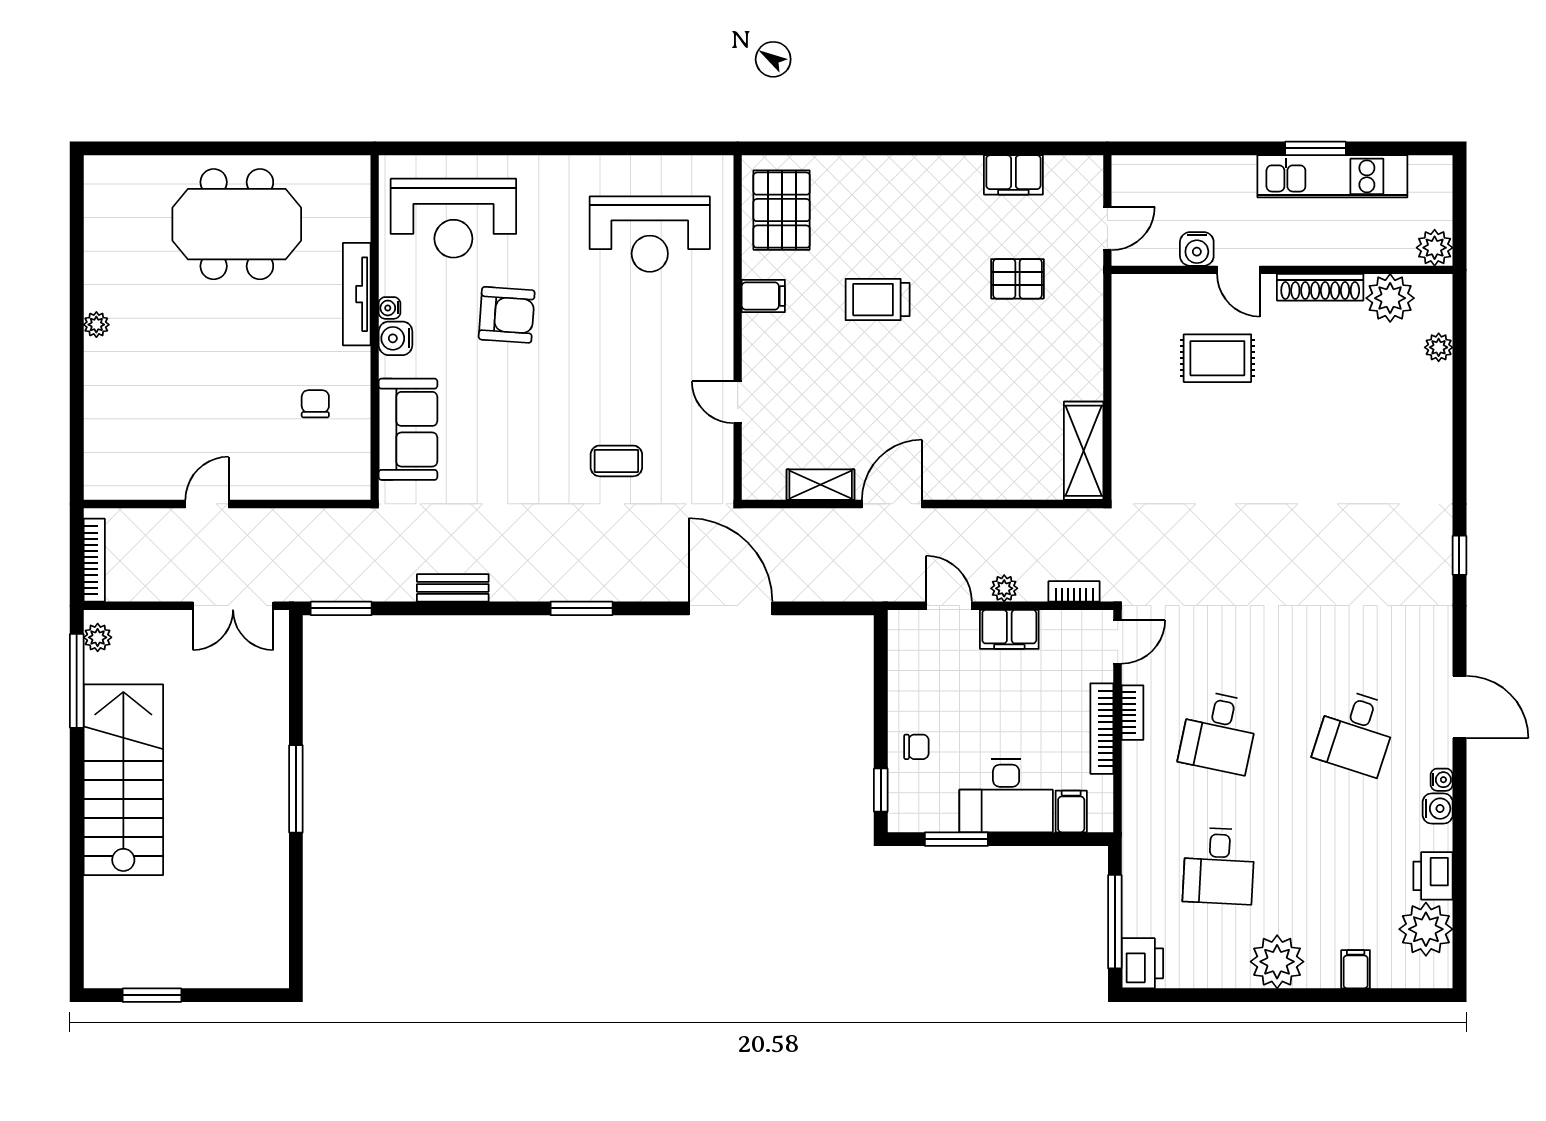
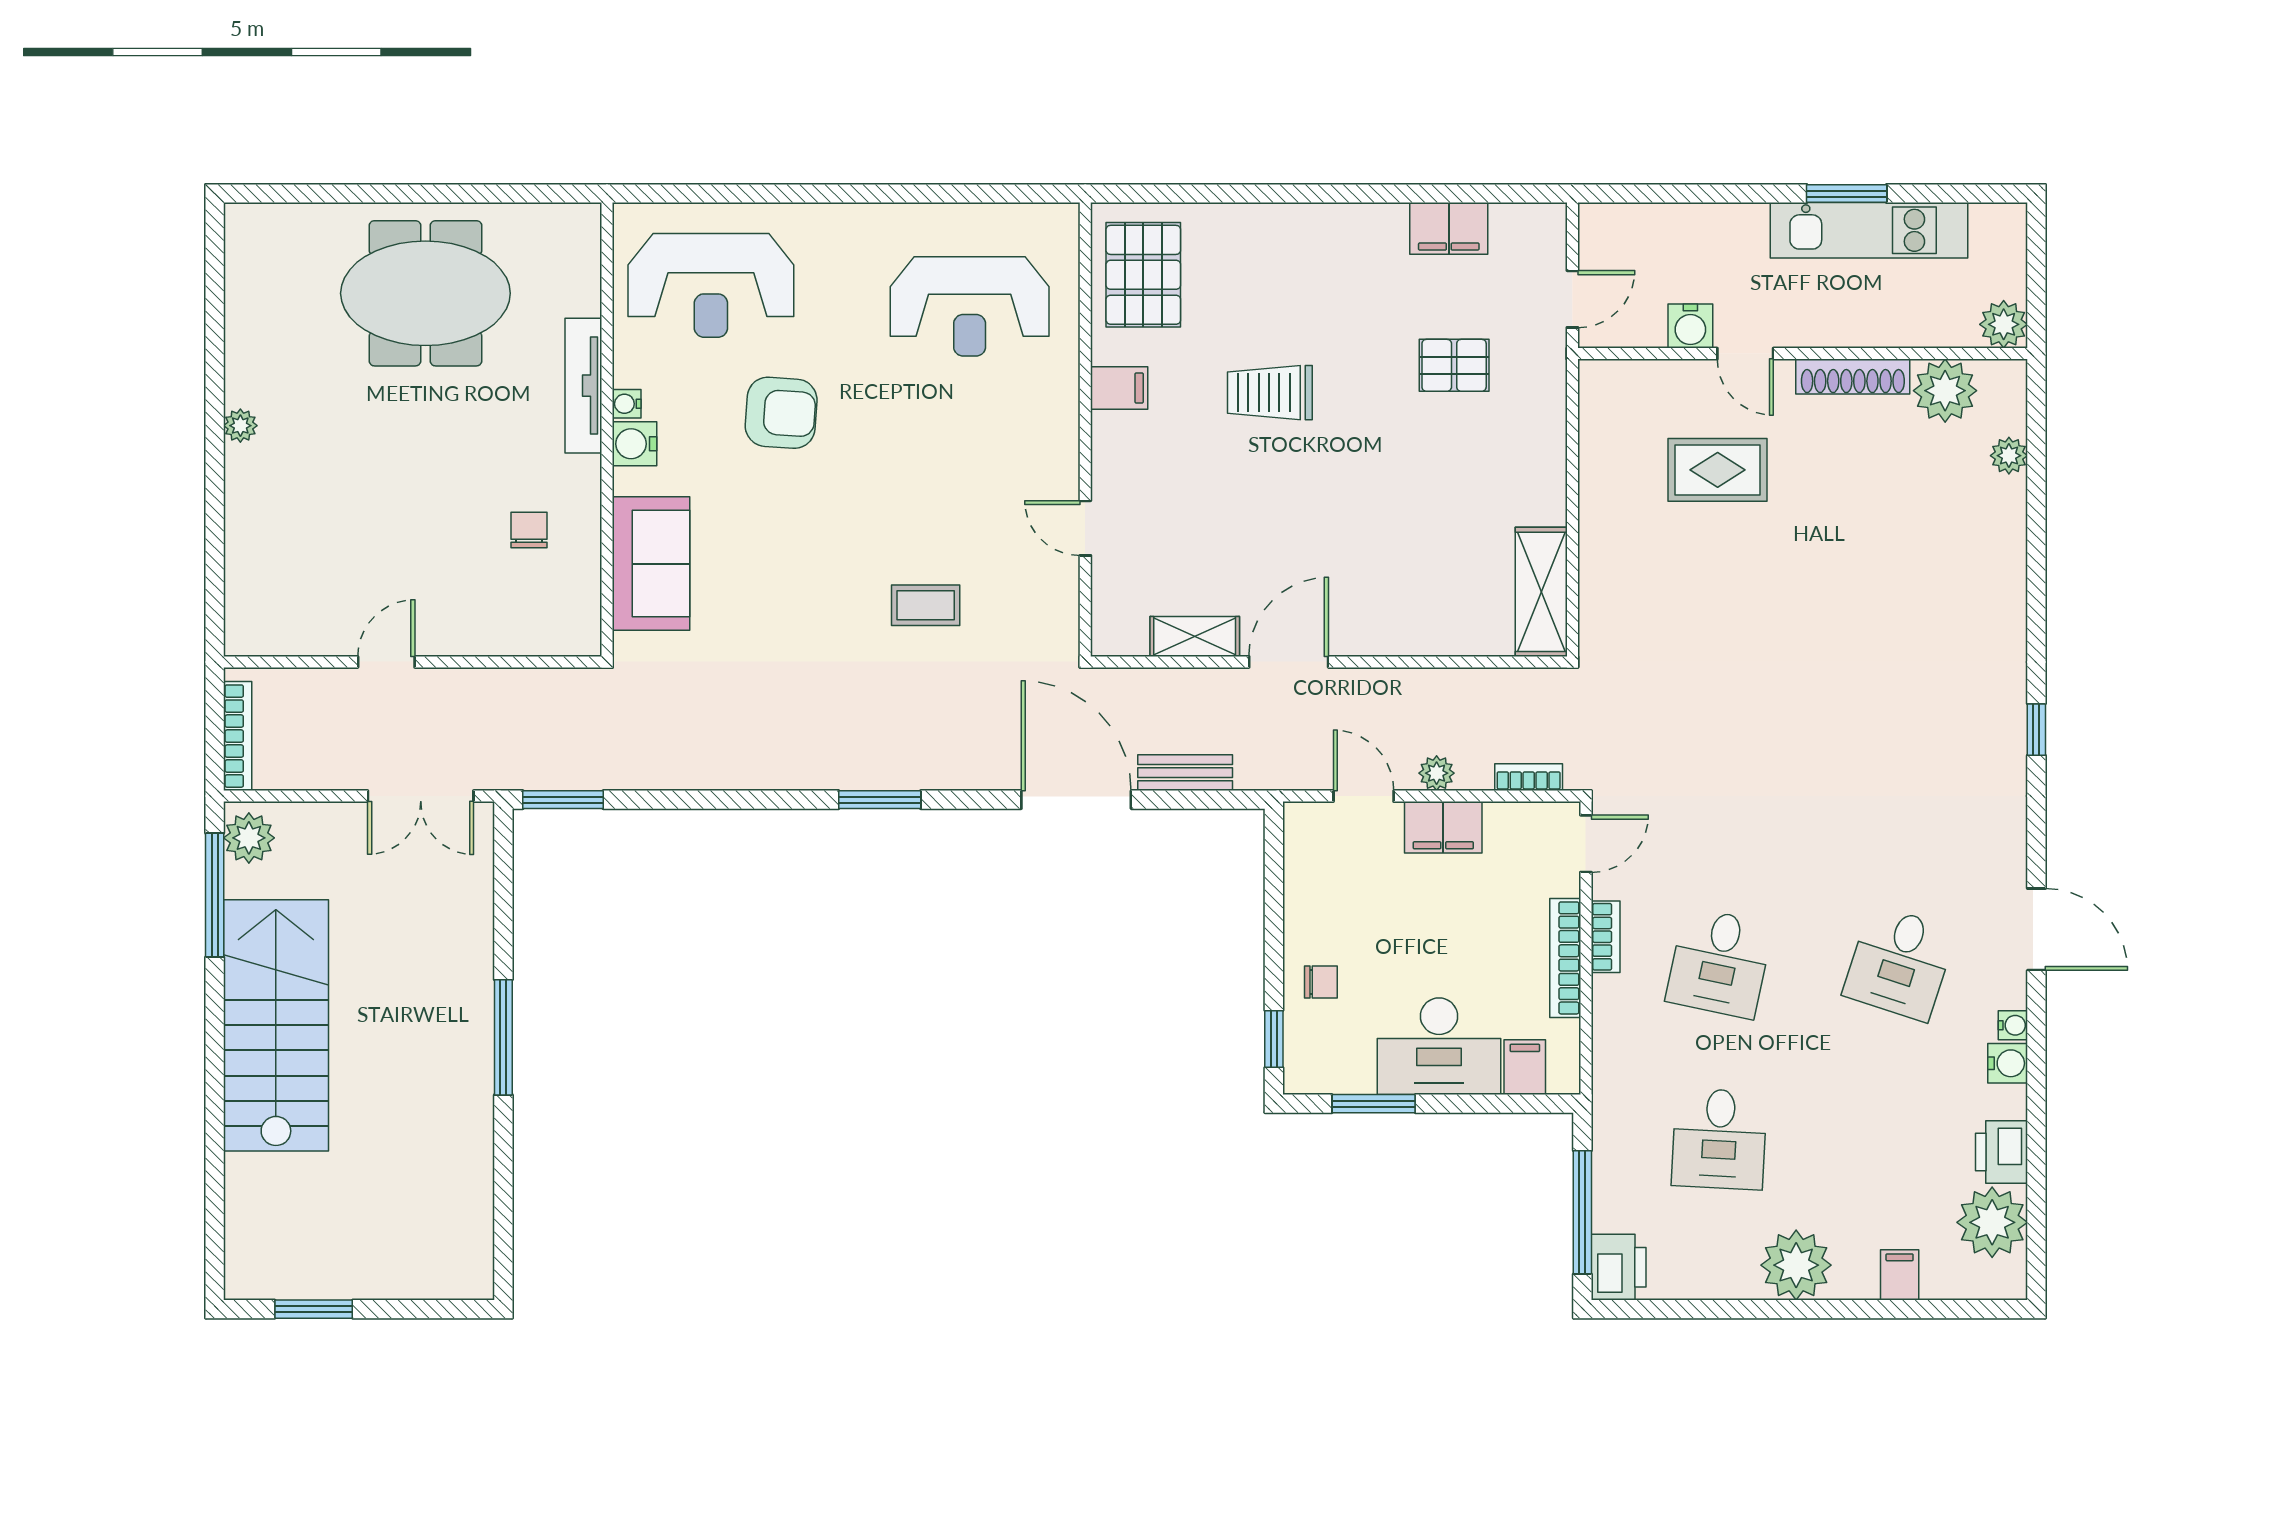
bench: (453, 588) -> (1185, 773), moved
plant: (98, 637) -> (249, 838), width x1.38, depth x1.38

